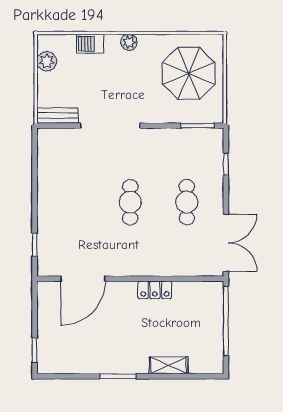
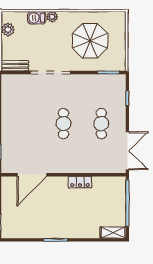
plant: (129, 42) -> (52, 17), moved
parasol: (189, 73) -> (90, 41), moved
shelving: (169, 365) -> (113, 233), moved

